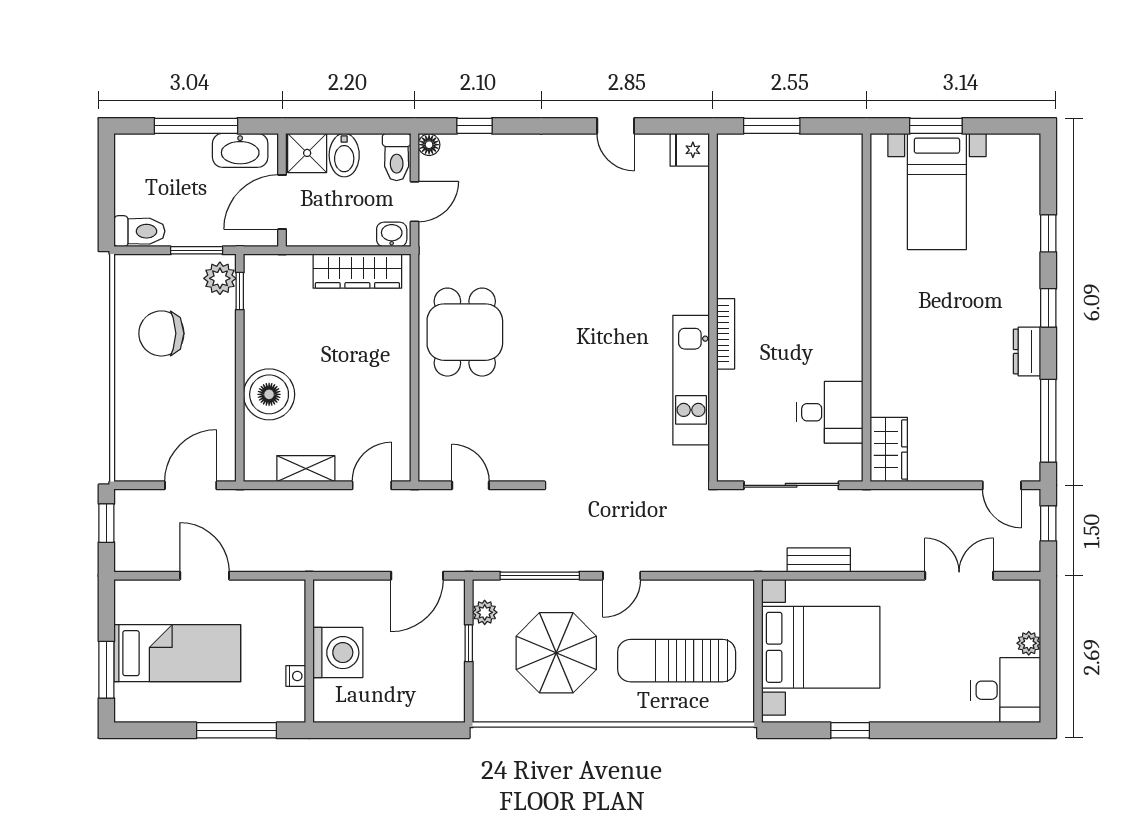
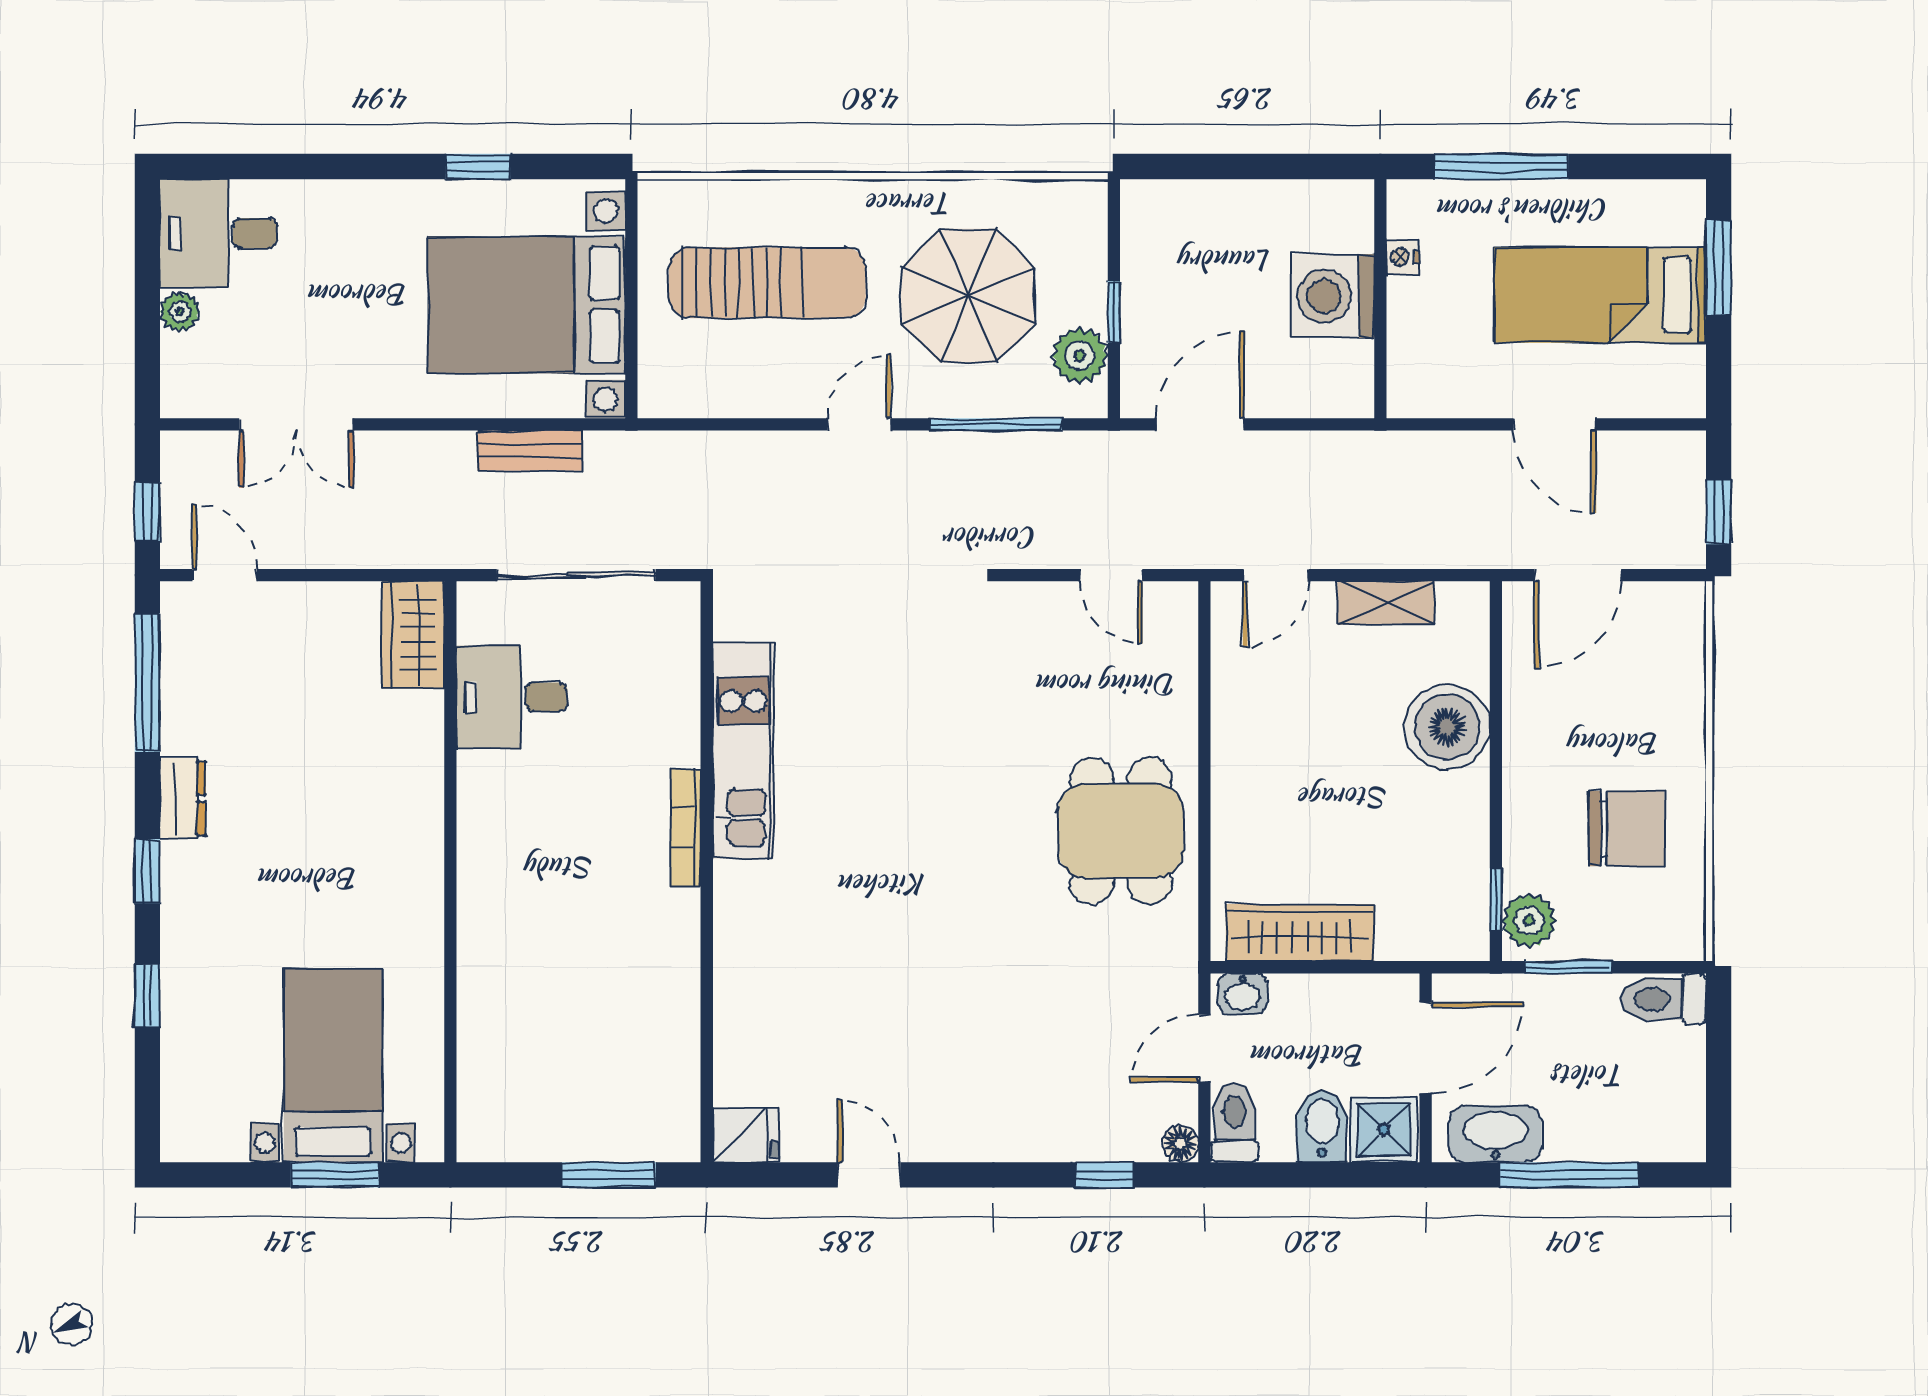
plant: (485, 612) -> (1080, 355), width x1.38, depth x1.38

